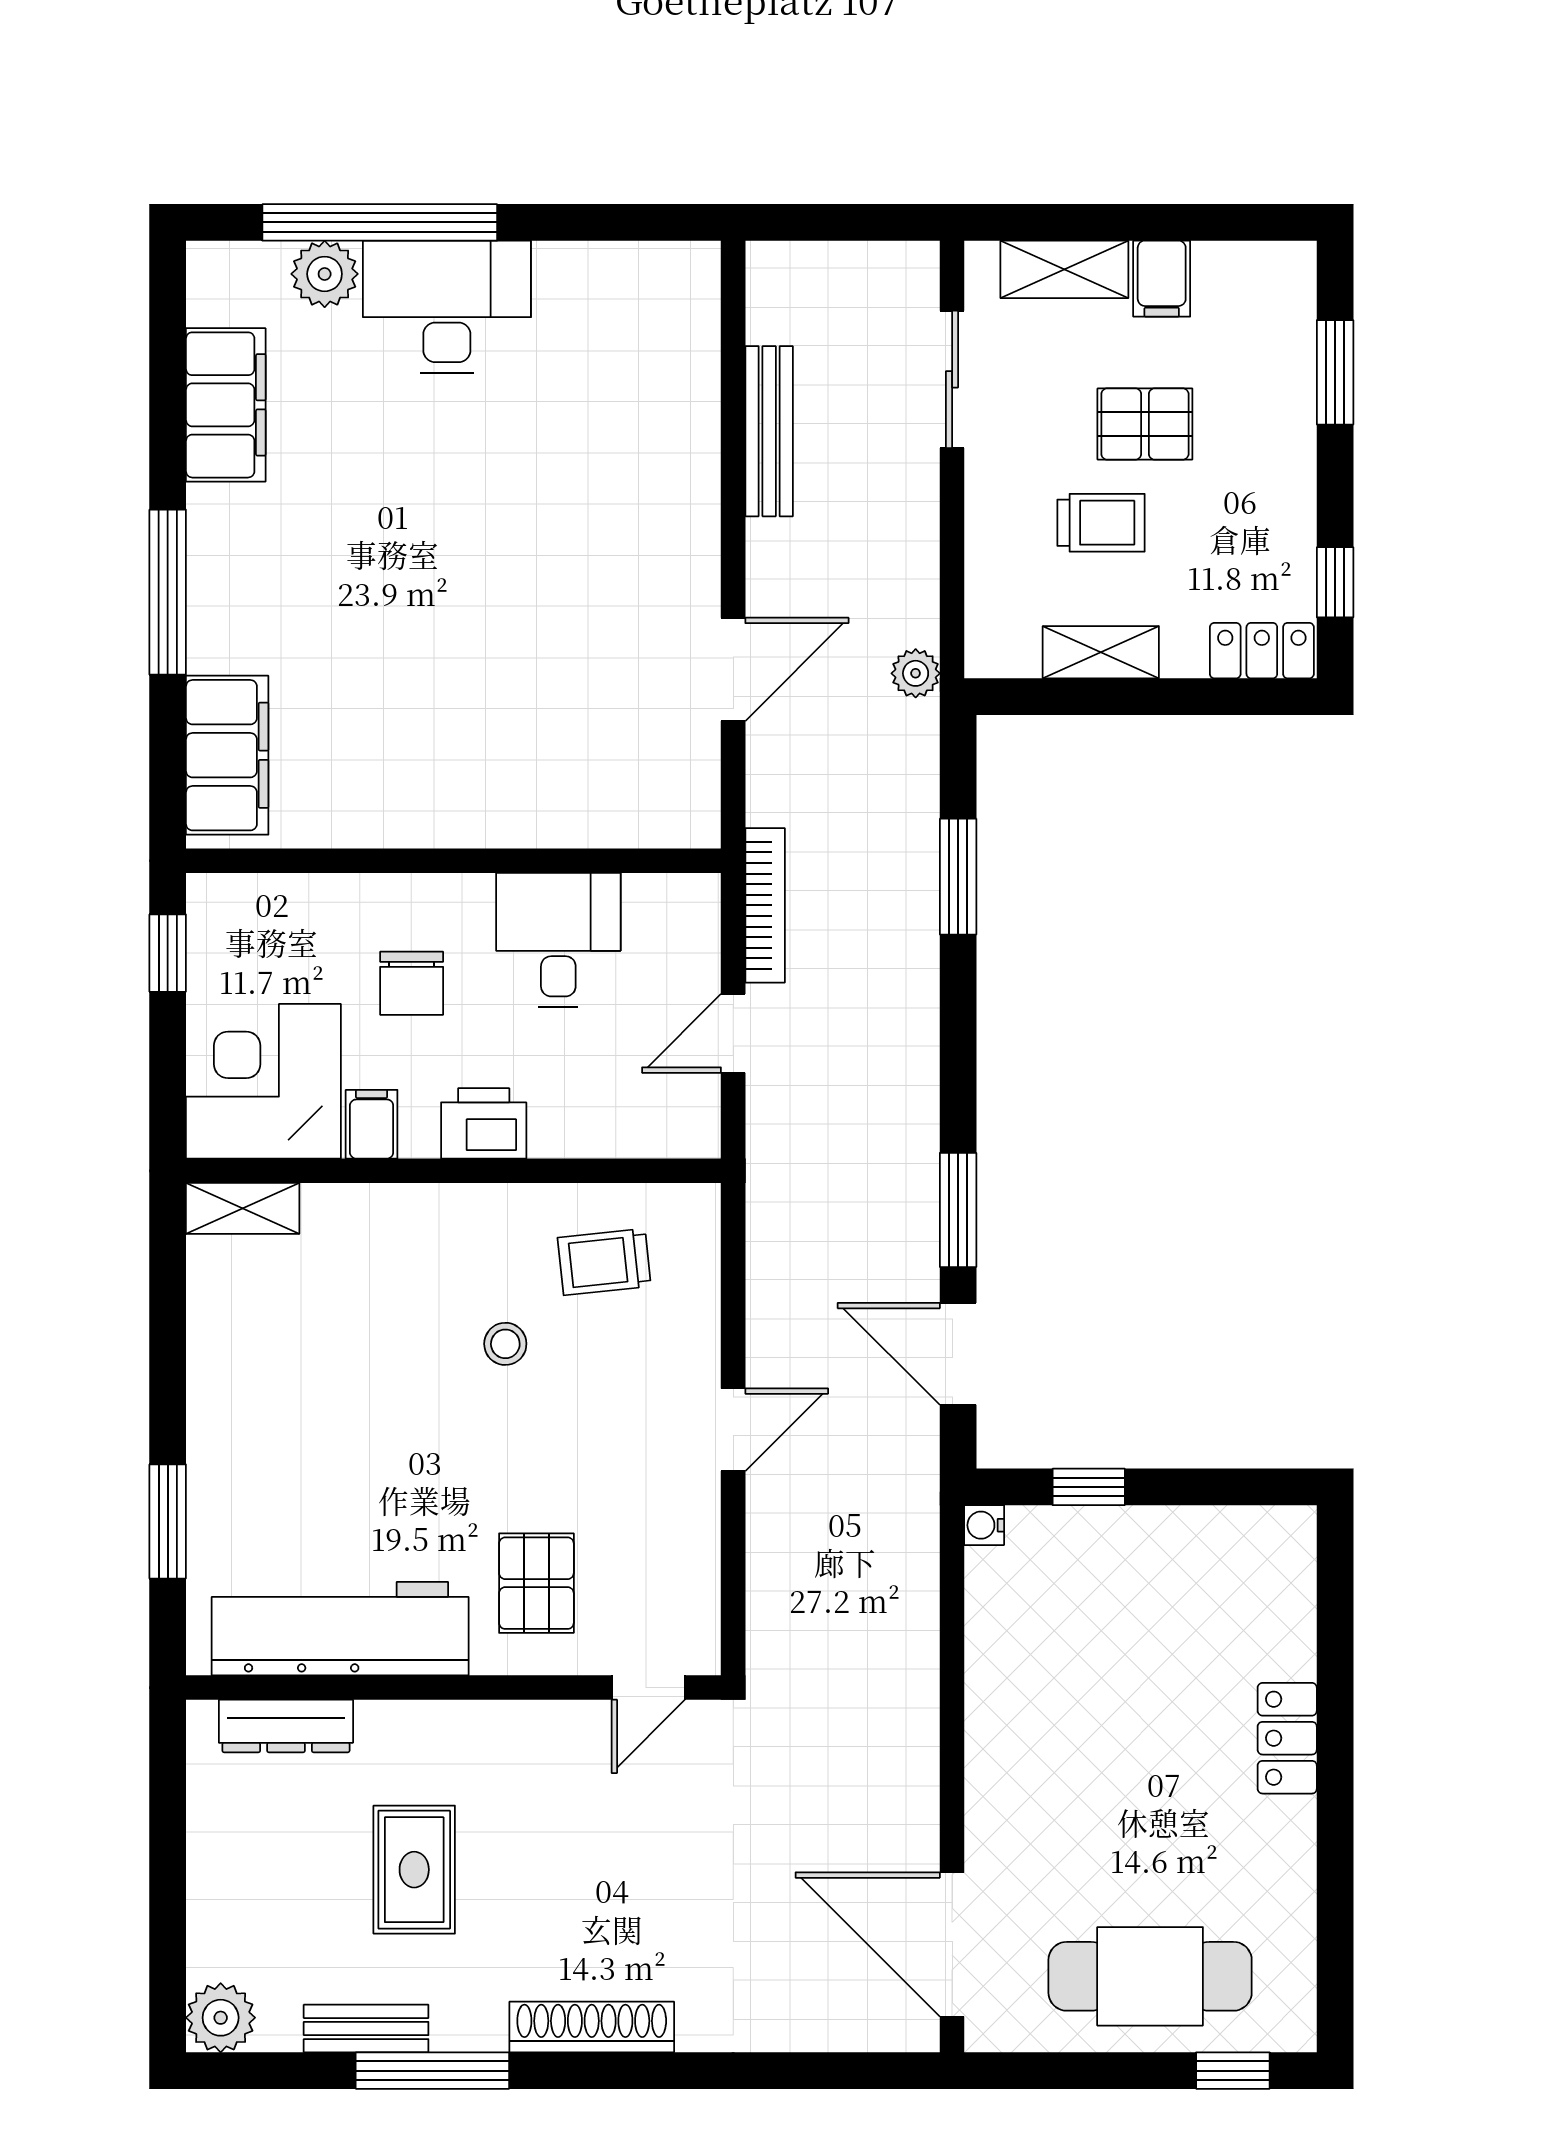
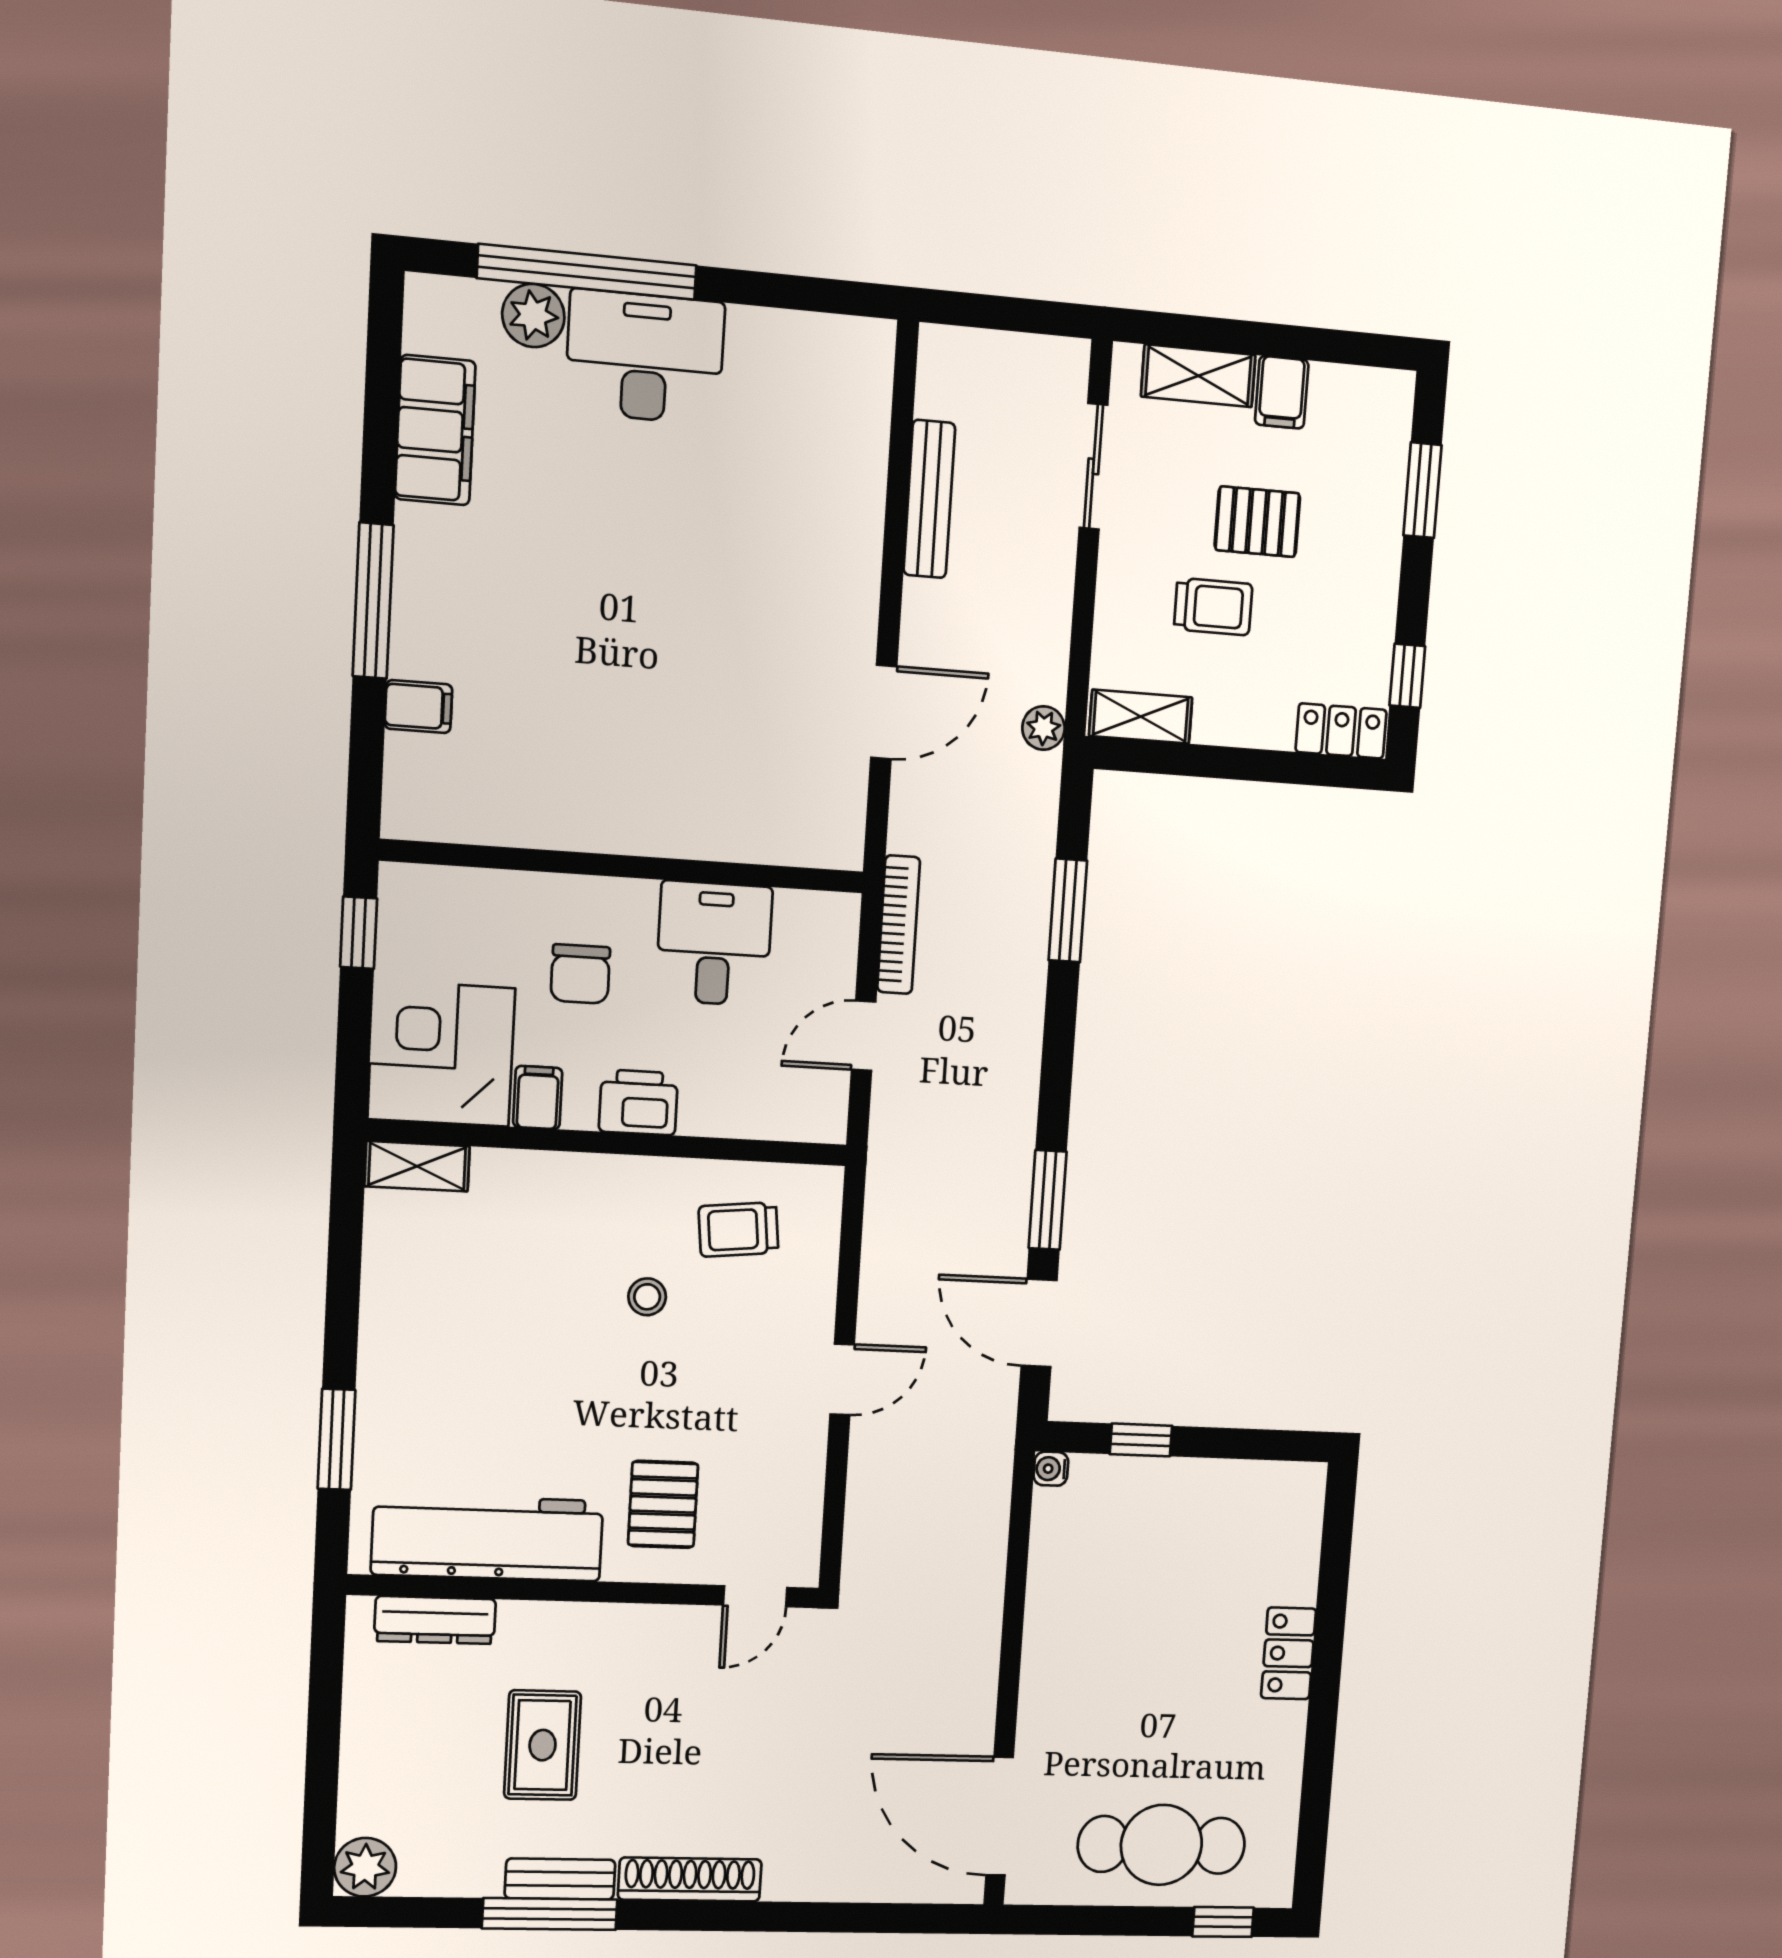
shelving: (1101, 652) -> (1141, 717), moved
filing cabinet: (227, 755) -> (418, 707), width x0.33, depth x0.86
bench: (366, 2029) -> (560, 1879), moved

